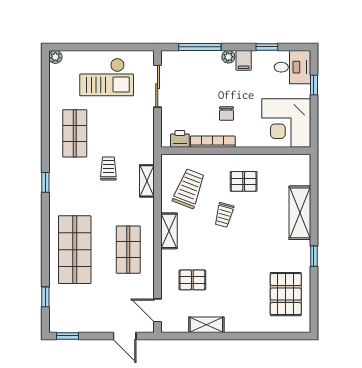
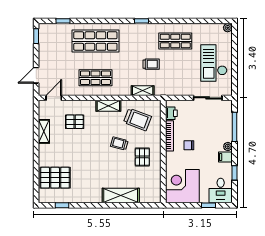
window: (314, 256) -> (62, 205), moved
pallet: (192, 280) -> (75, 122), turned 90
pallet: (286, 294) -> (55, 178), moved

